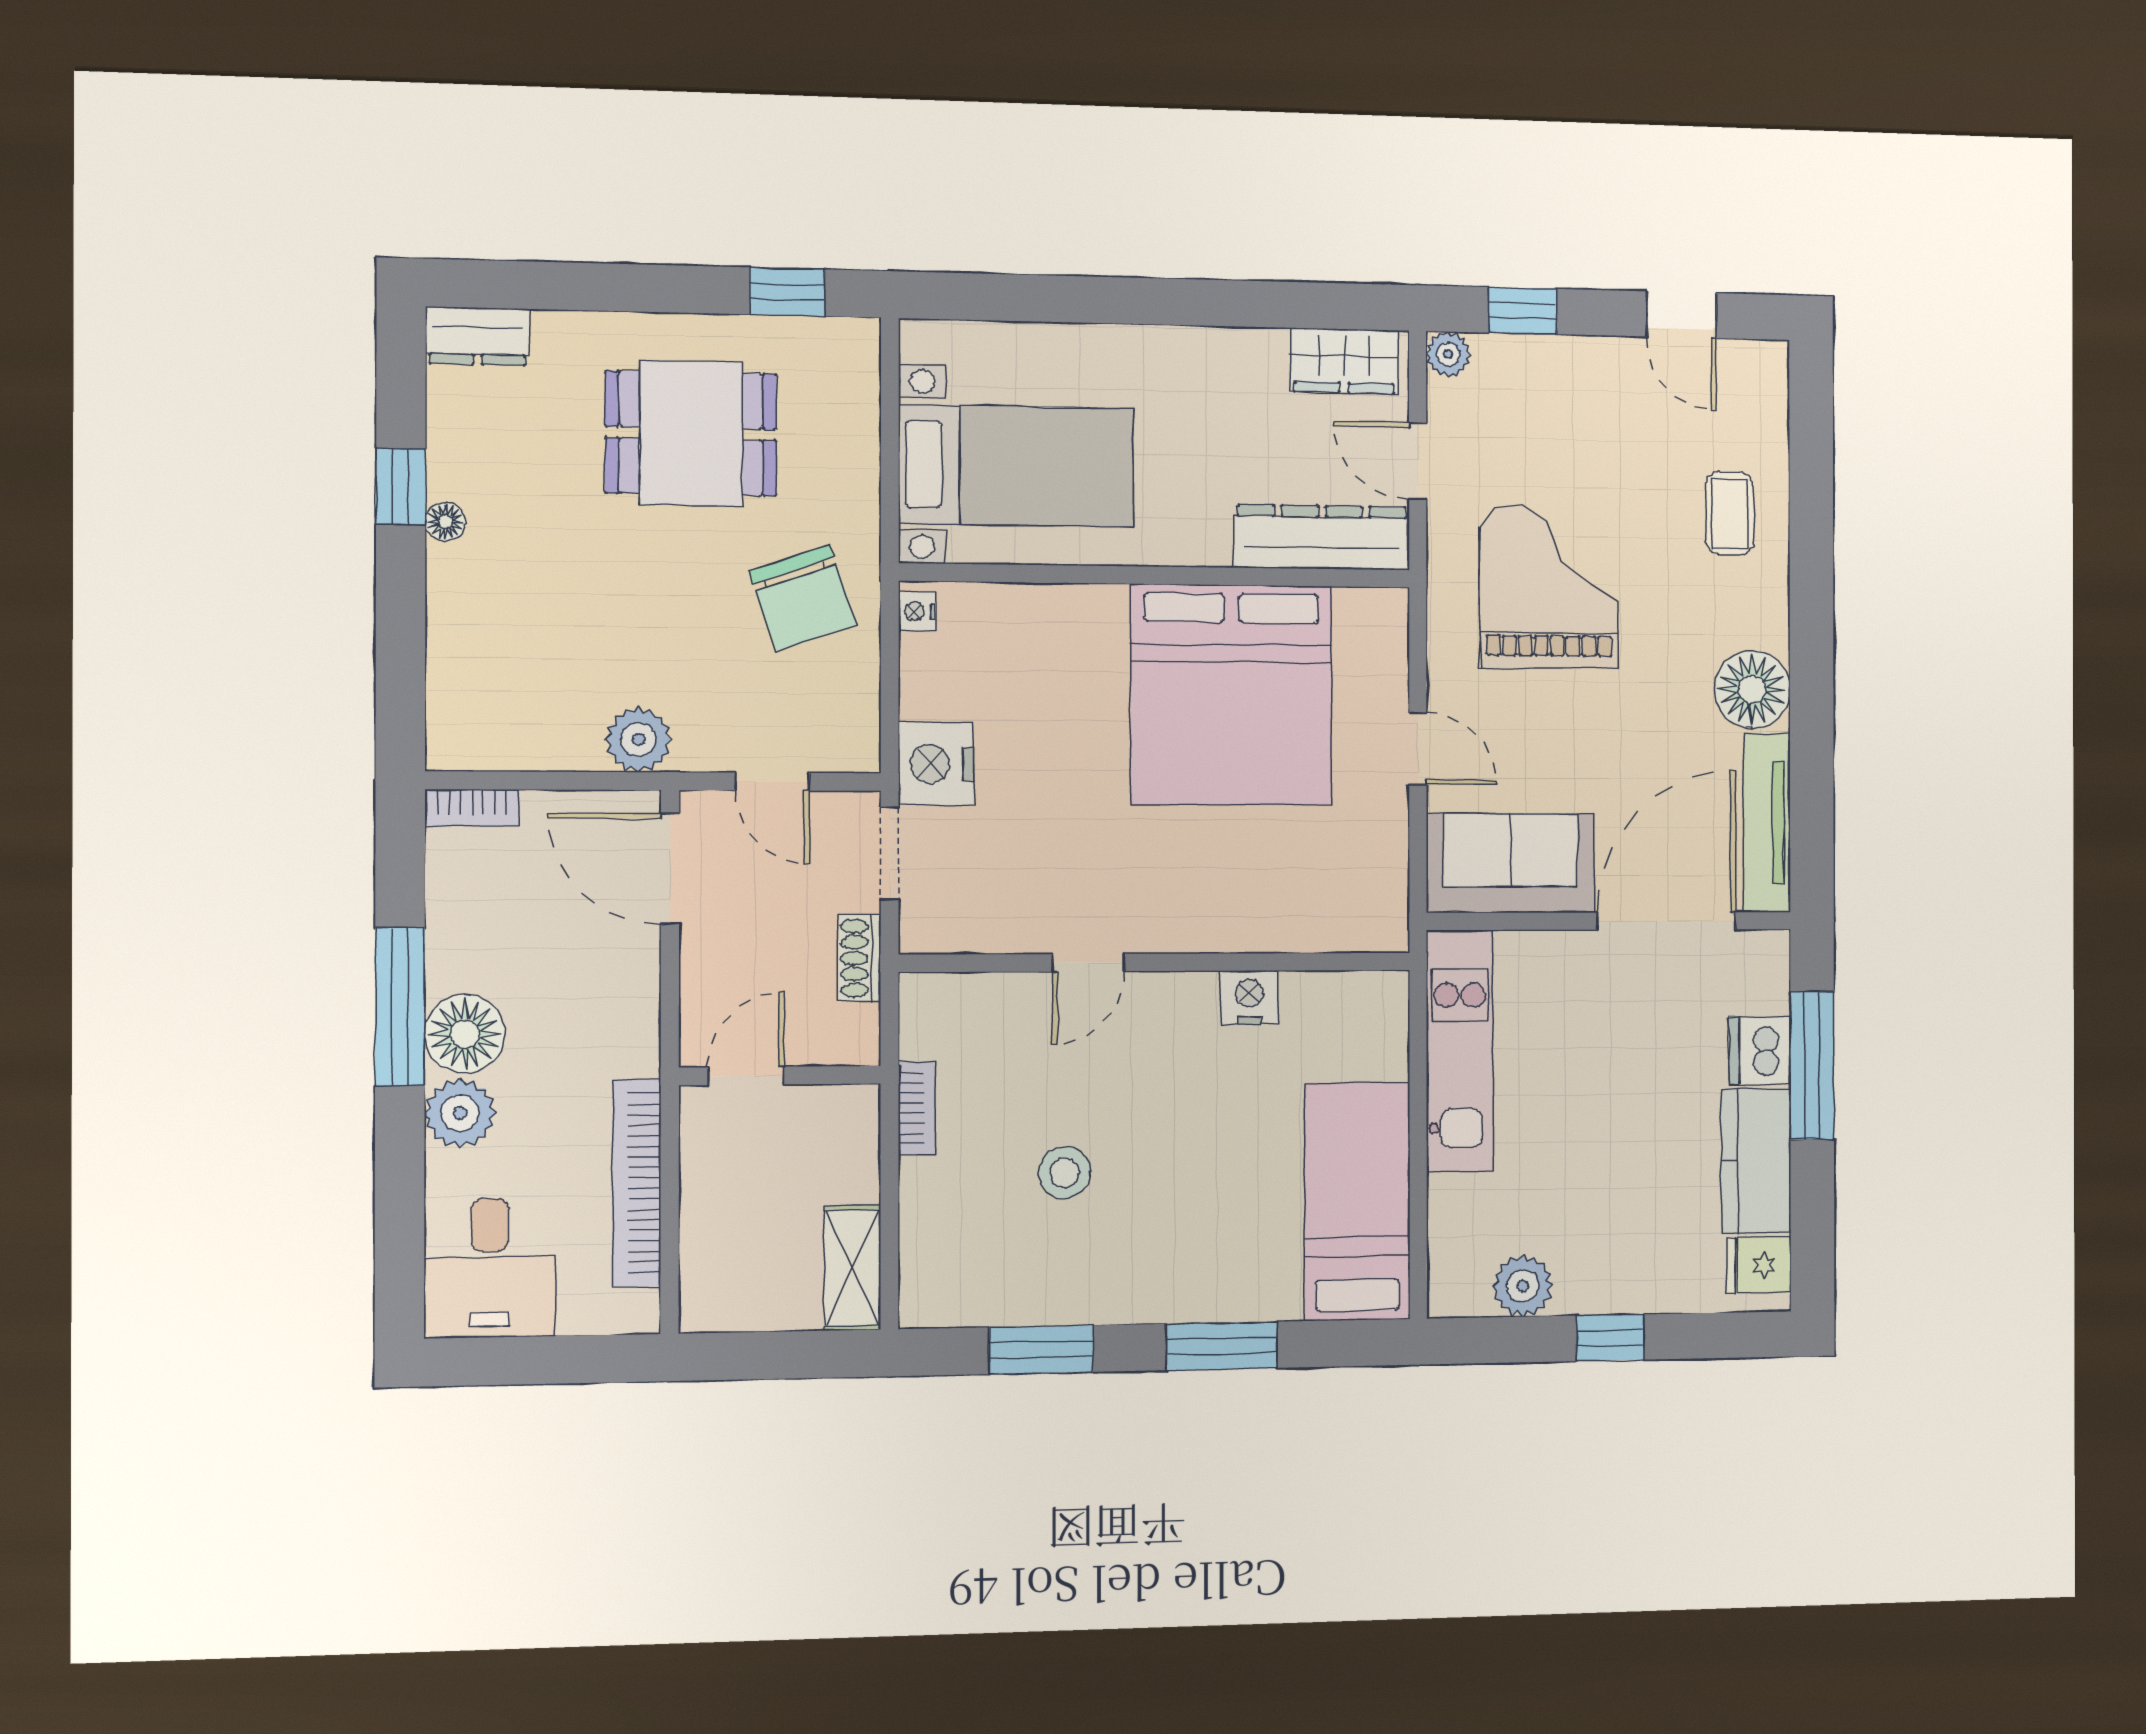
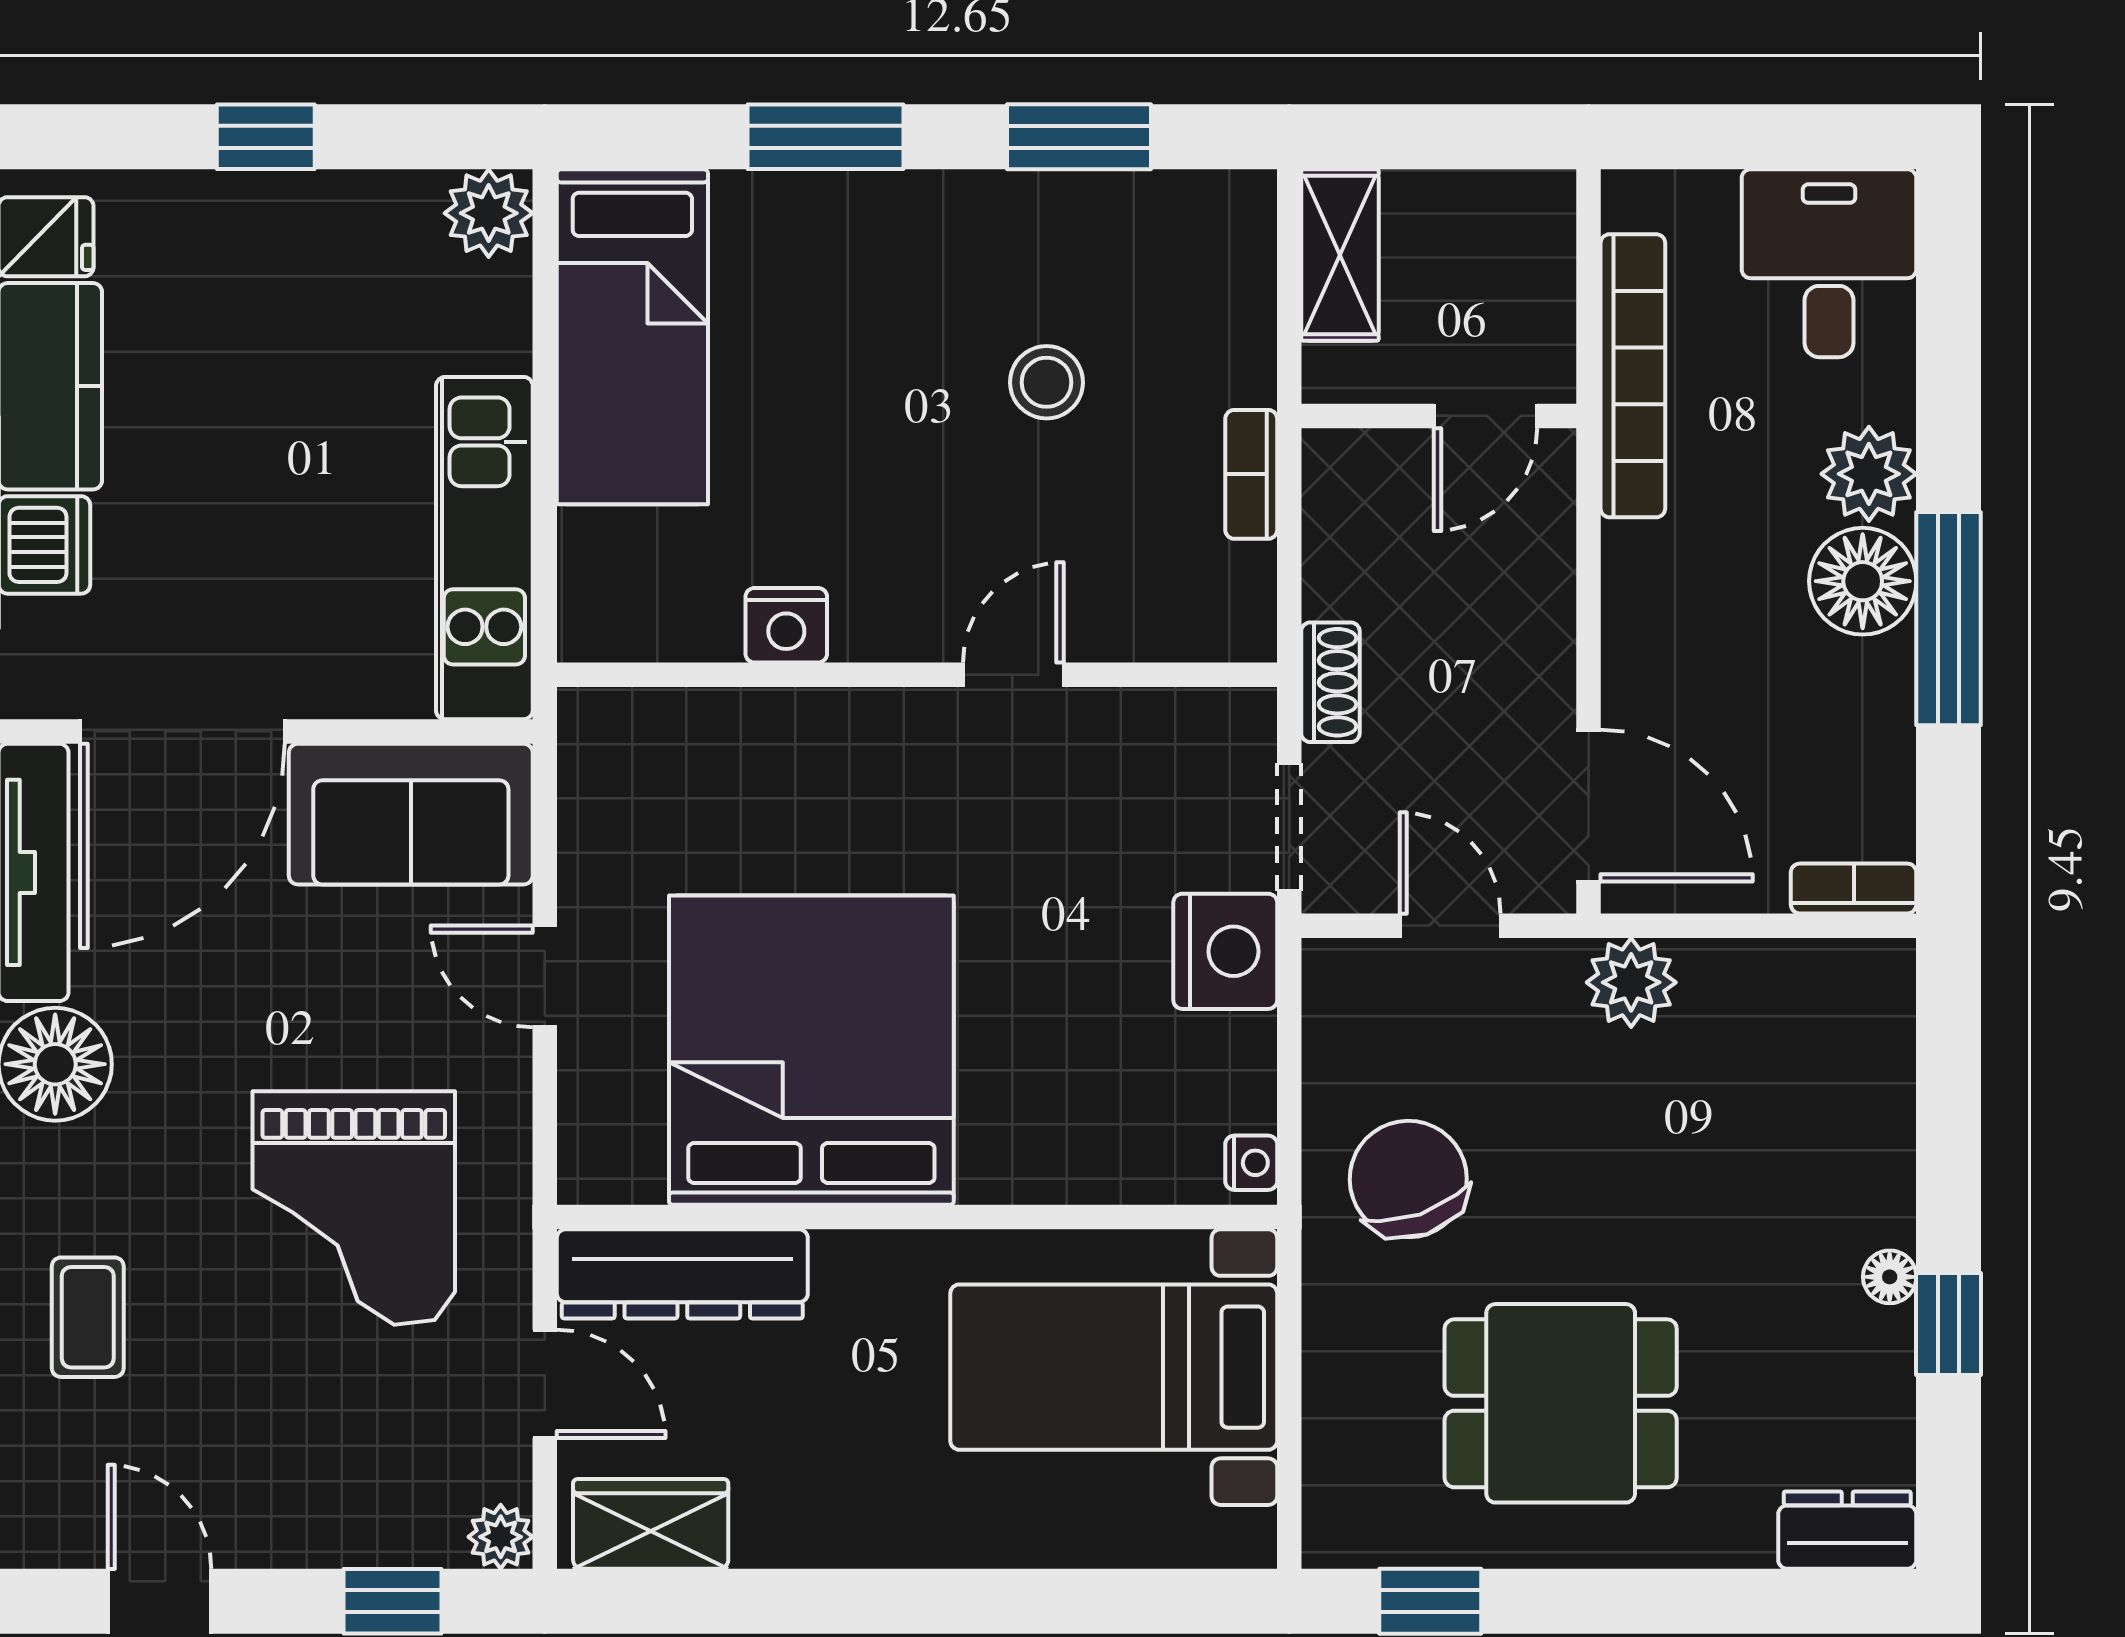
door: (746, 1076) -> (1485, 416), moved
wall: (780, 1076) -> (1439, 416), moved
plant: (1523, 1286) -> (489, 213), moved

